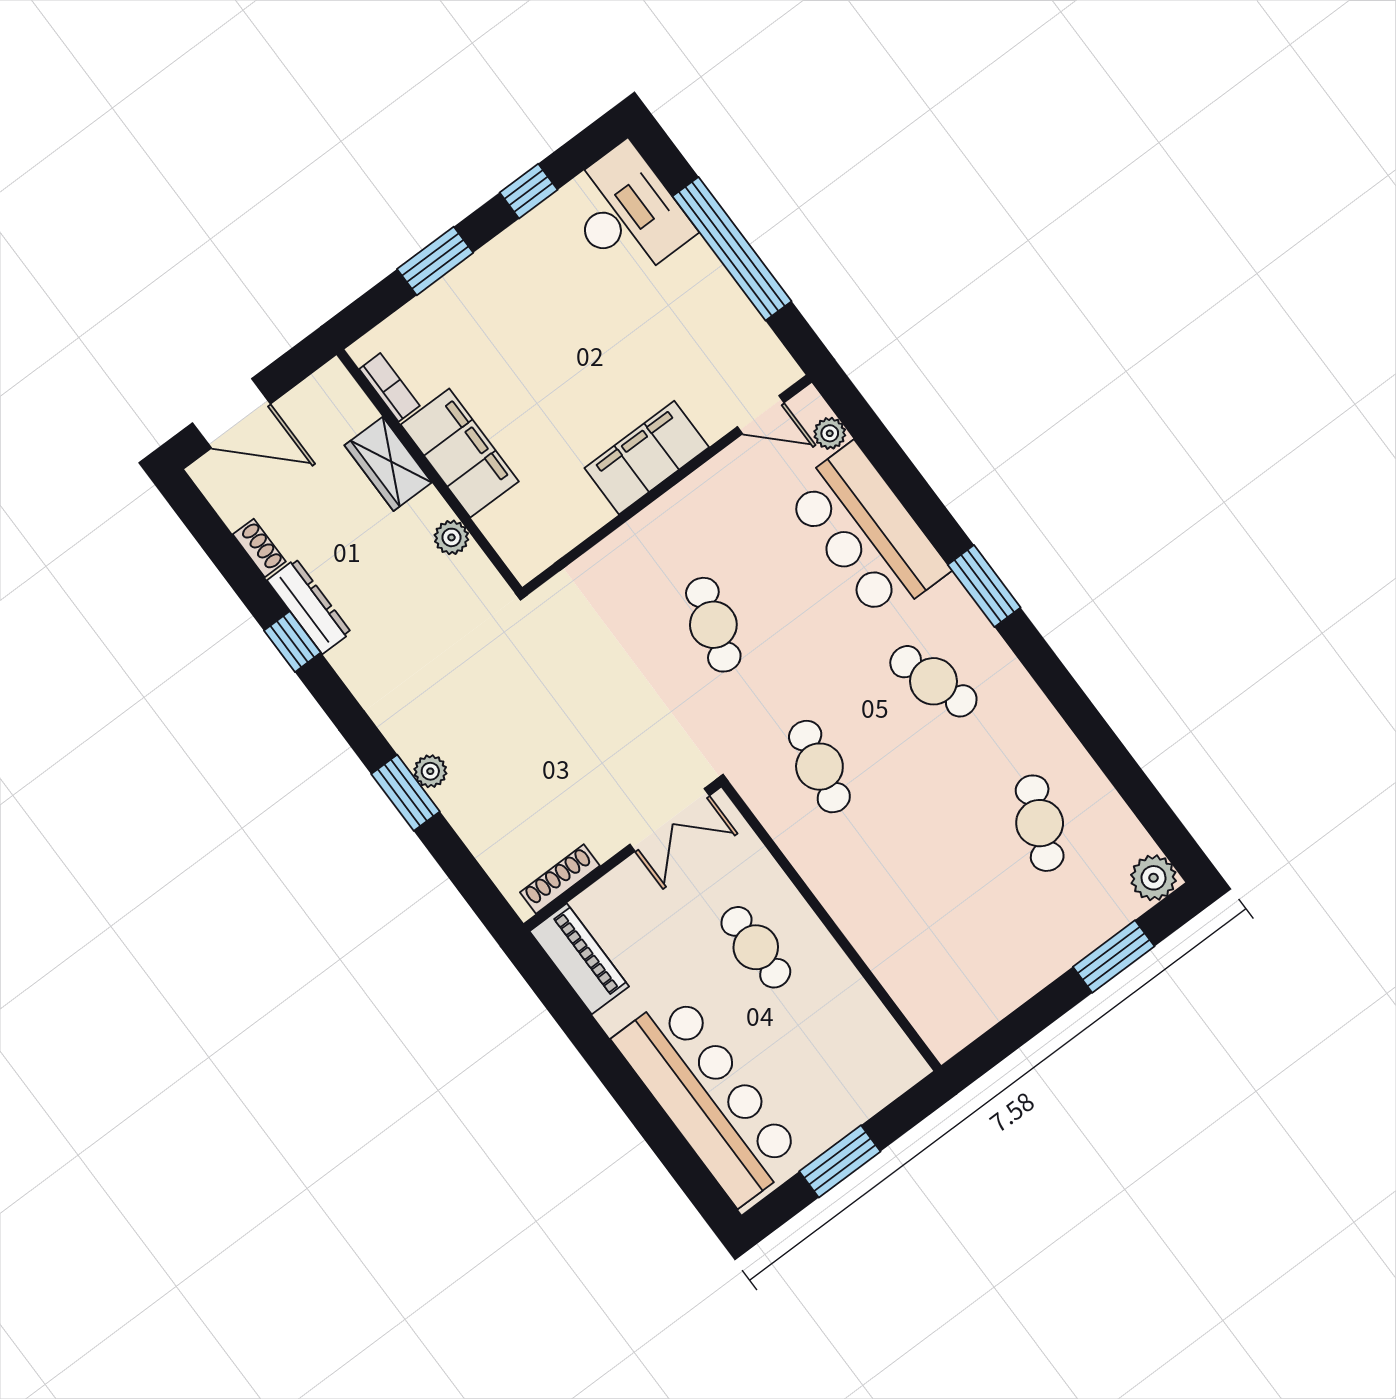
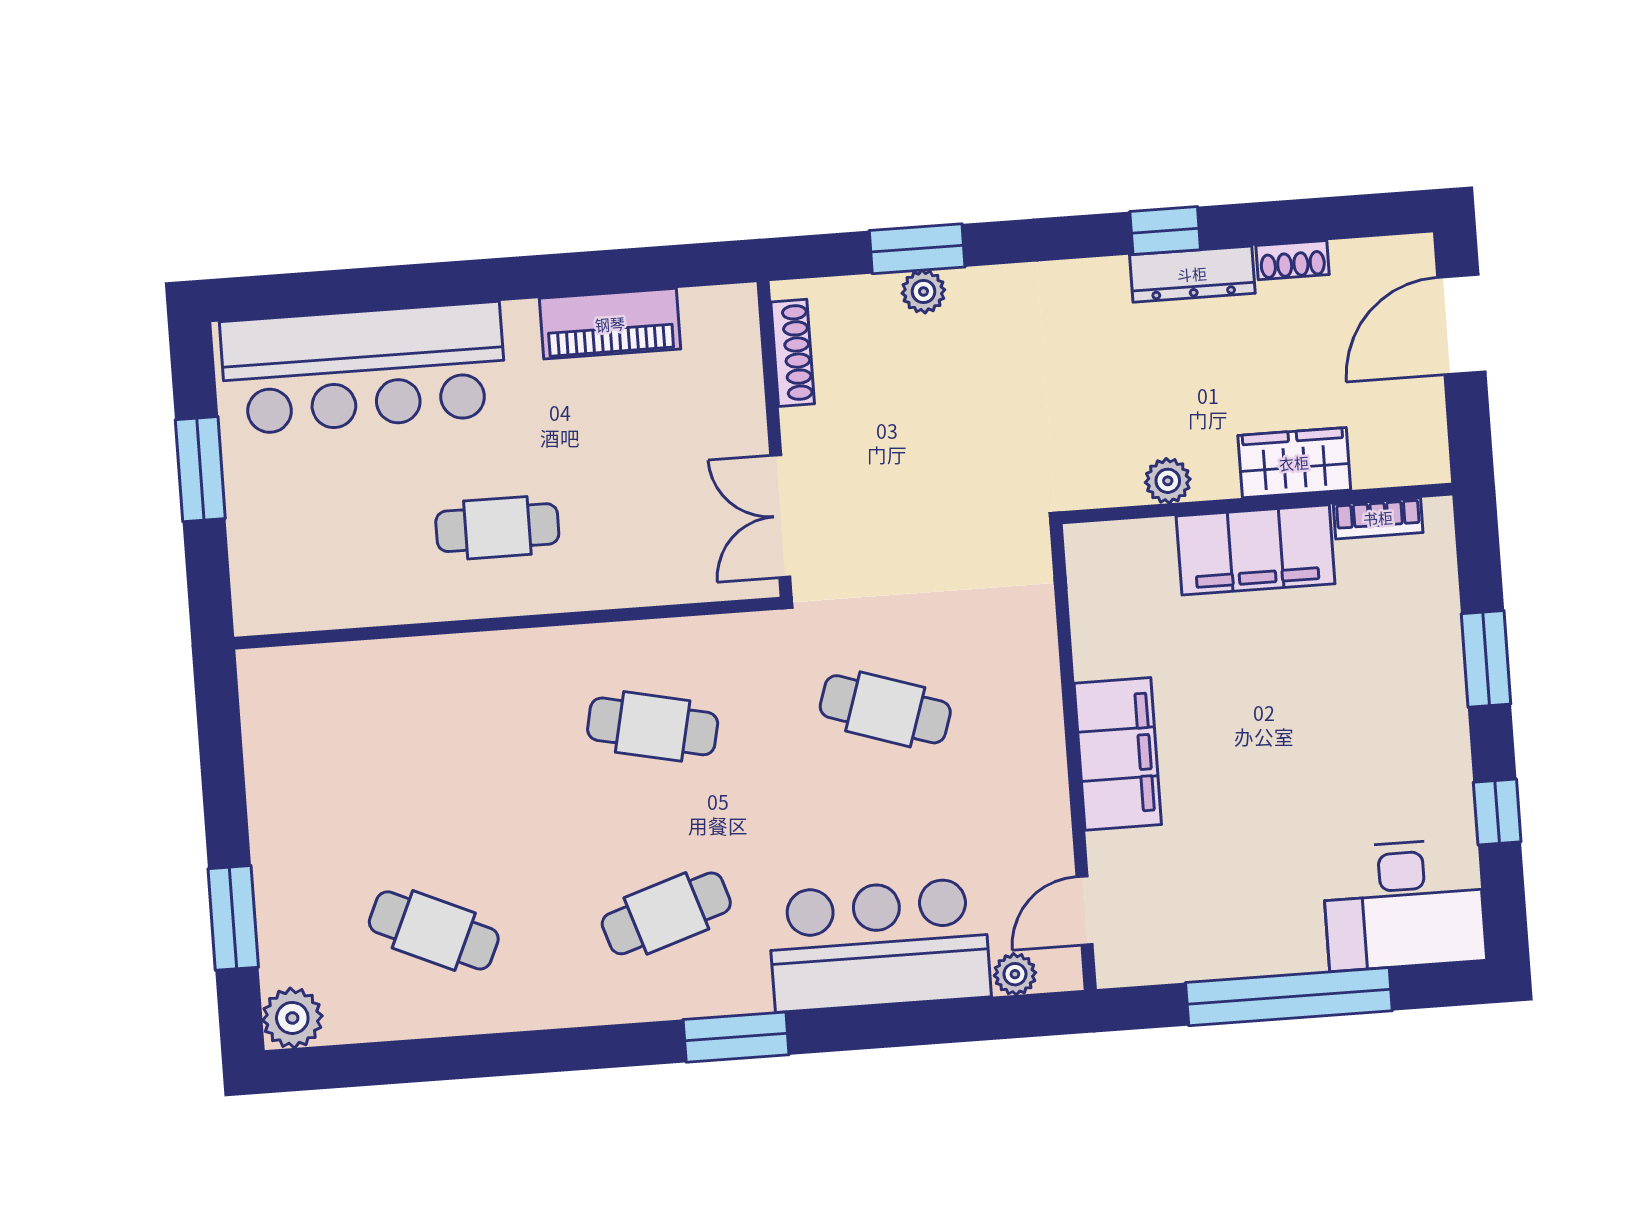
double door: (670, 820) -> (780, 516), moved
wall: (622, 855) -> (775, 439), moved
shoe rack: (560, 879) -> (793, 353), moved

